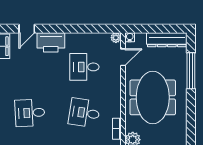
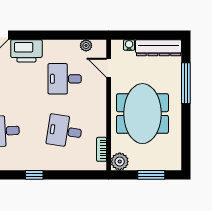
water cooler: (130, 37) -> (129, 45), moved
plant: (116, 38) -> (86, 45), moved
door: (123, 57) -> (109, 68), swing flipped

